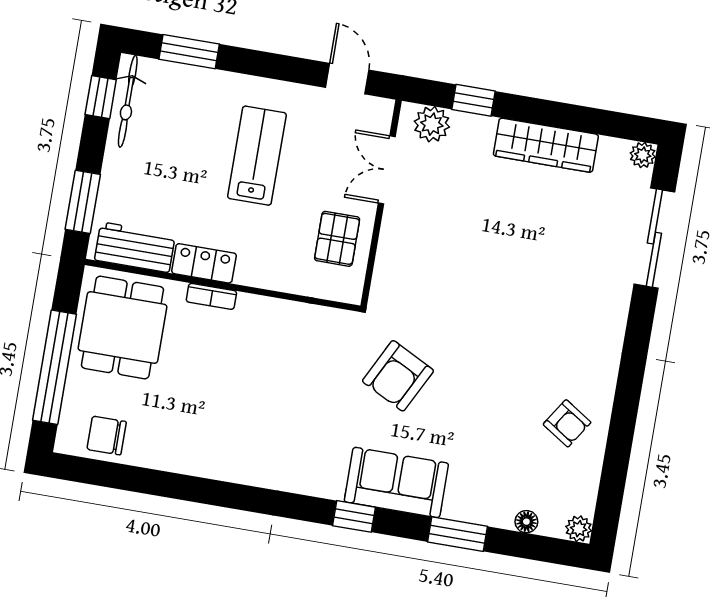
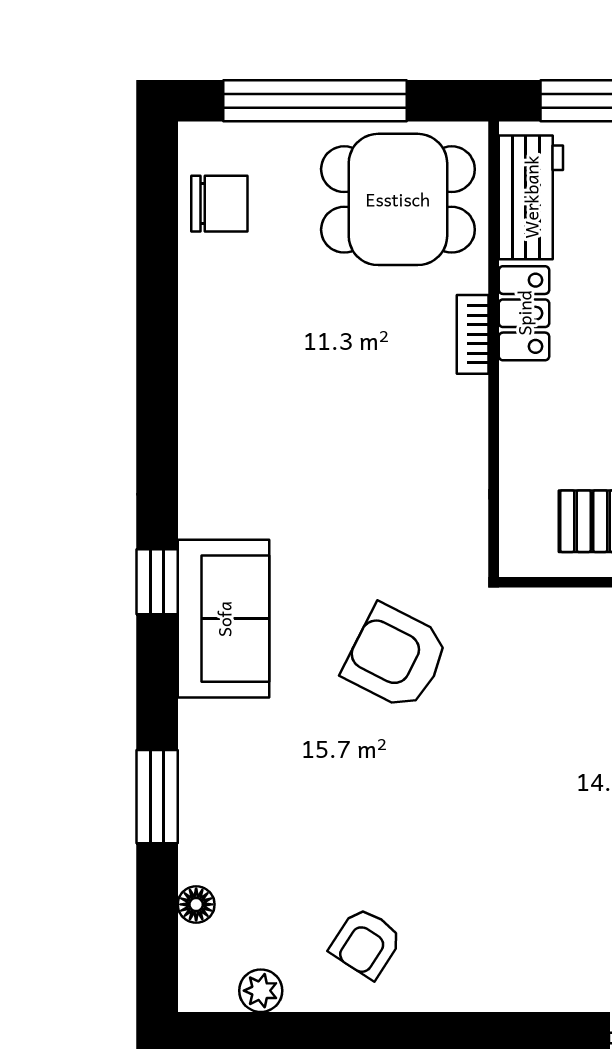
chair: (107, 436) -> (219, 204), turned 90
sofa: (396, 482) -> (224, 619), moved
window: (354, 516) -> (157, 582), moved
plant: (579, 529) -> (261, 991), moved

